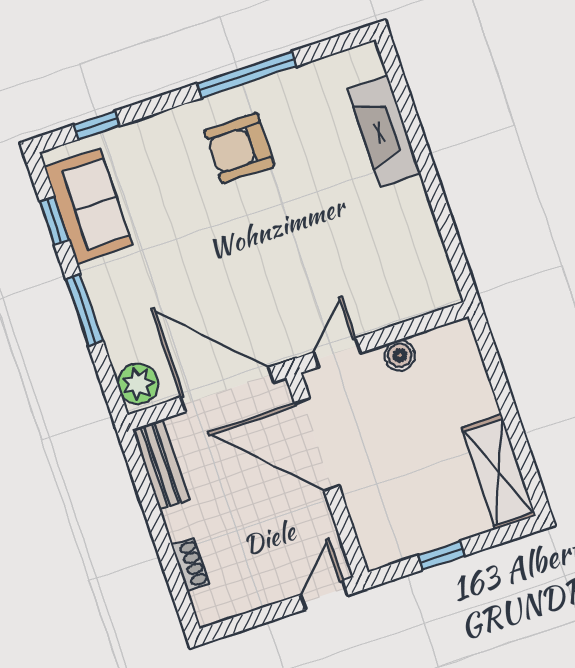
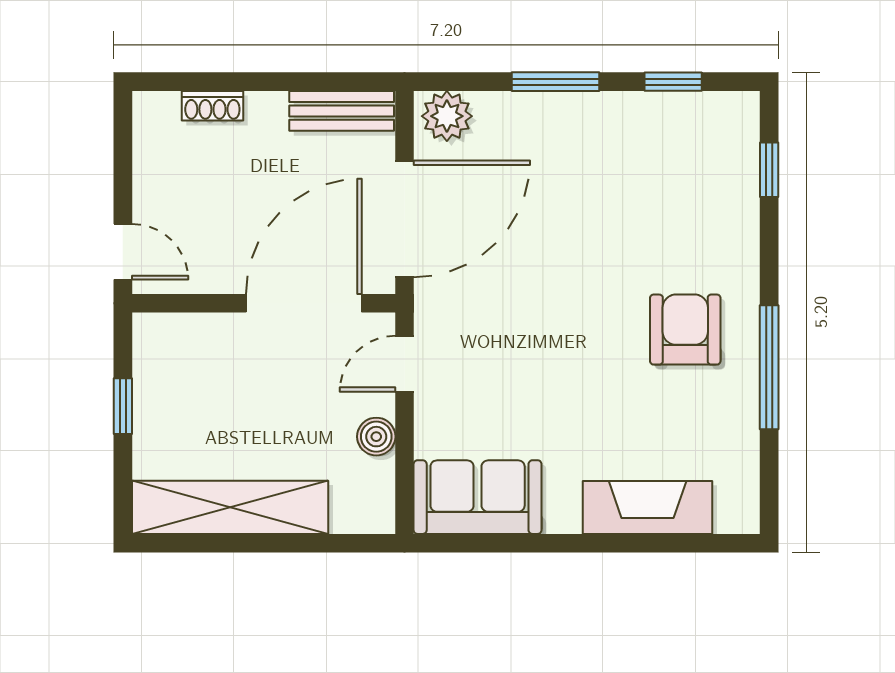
sofa: (88, 206) -> (478, 497), moved, turned 180
door: (337, 353) -> (405, 364), swing flipped
shelving: (499, 472) -> (230, 507), width x1.47

